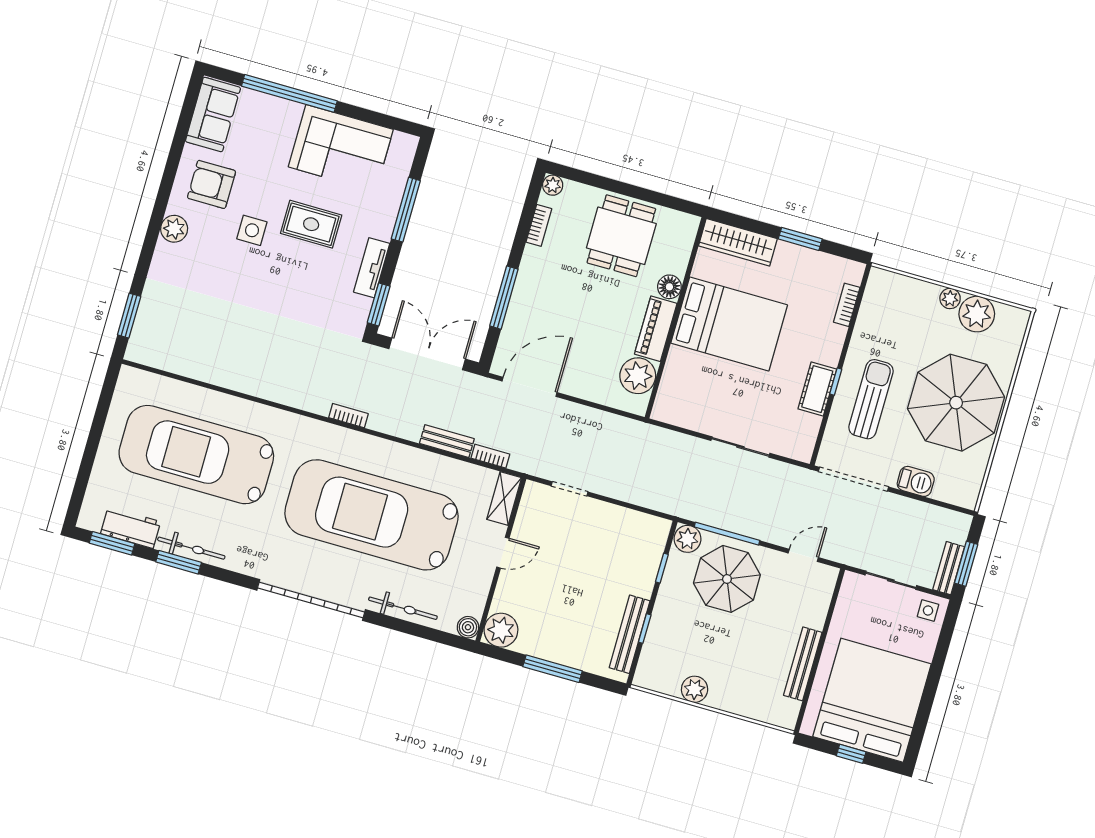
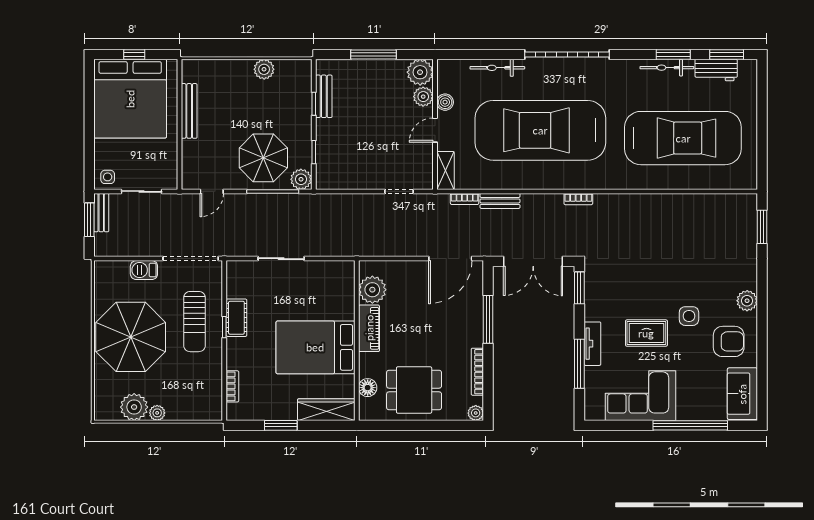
bookcase: (539, 225) -> (477, 372), width x1.56
dining table: (621, 236) -> (414, 390), turned 90
tv unit: (372, 268) -> (592, 344), moved
floor lamp: (669, 287) -> (368, 388), moved
car: (371, 515) -> (540, 130), turned 180
plant: (506, 599) -> (423, 97), added
boiler: (468, 627) -> (445, 102), moved
bench: (630, 634) -> (324, 96), width x0.73

